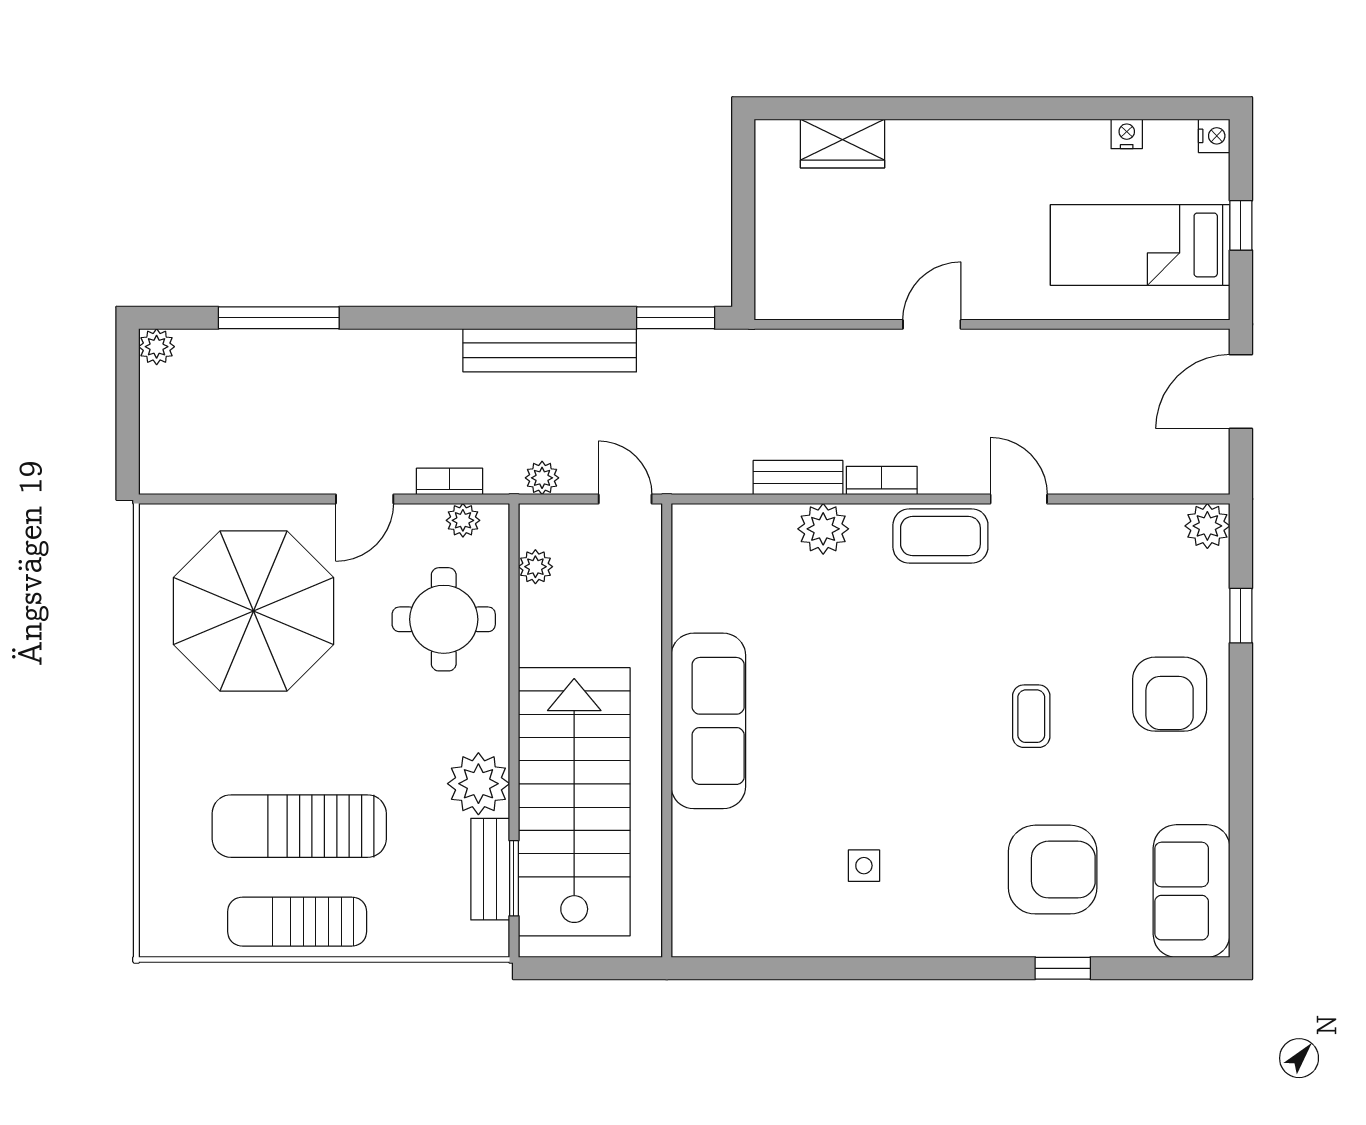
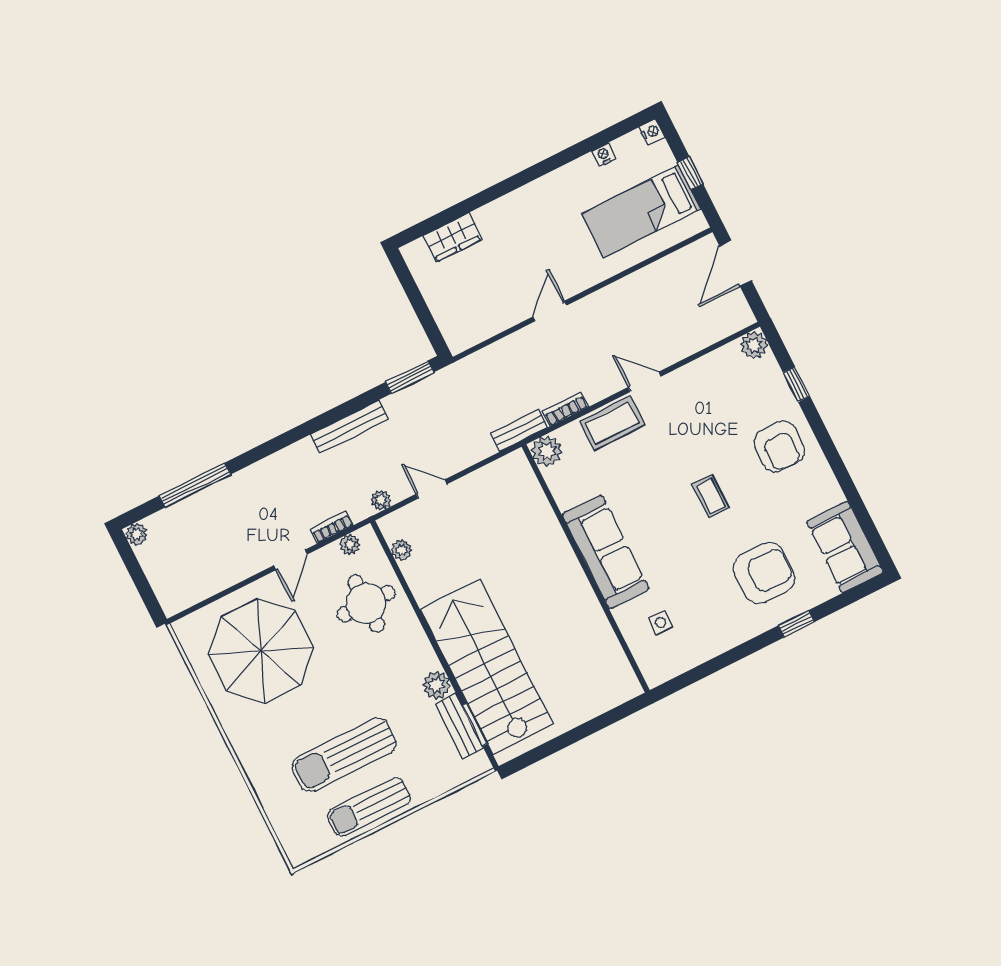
bench: (550, 350) -> (349, 427), width x0.73, depth x0.82
sofa: (708, 721) -> (606, 552), moved
wall: (667, 730) -> (586, 568), moved
plant: (478, 784) -> (436, 685), width x0.73, depth x0.73

